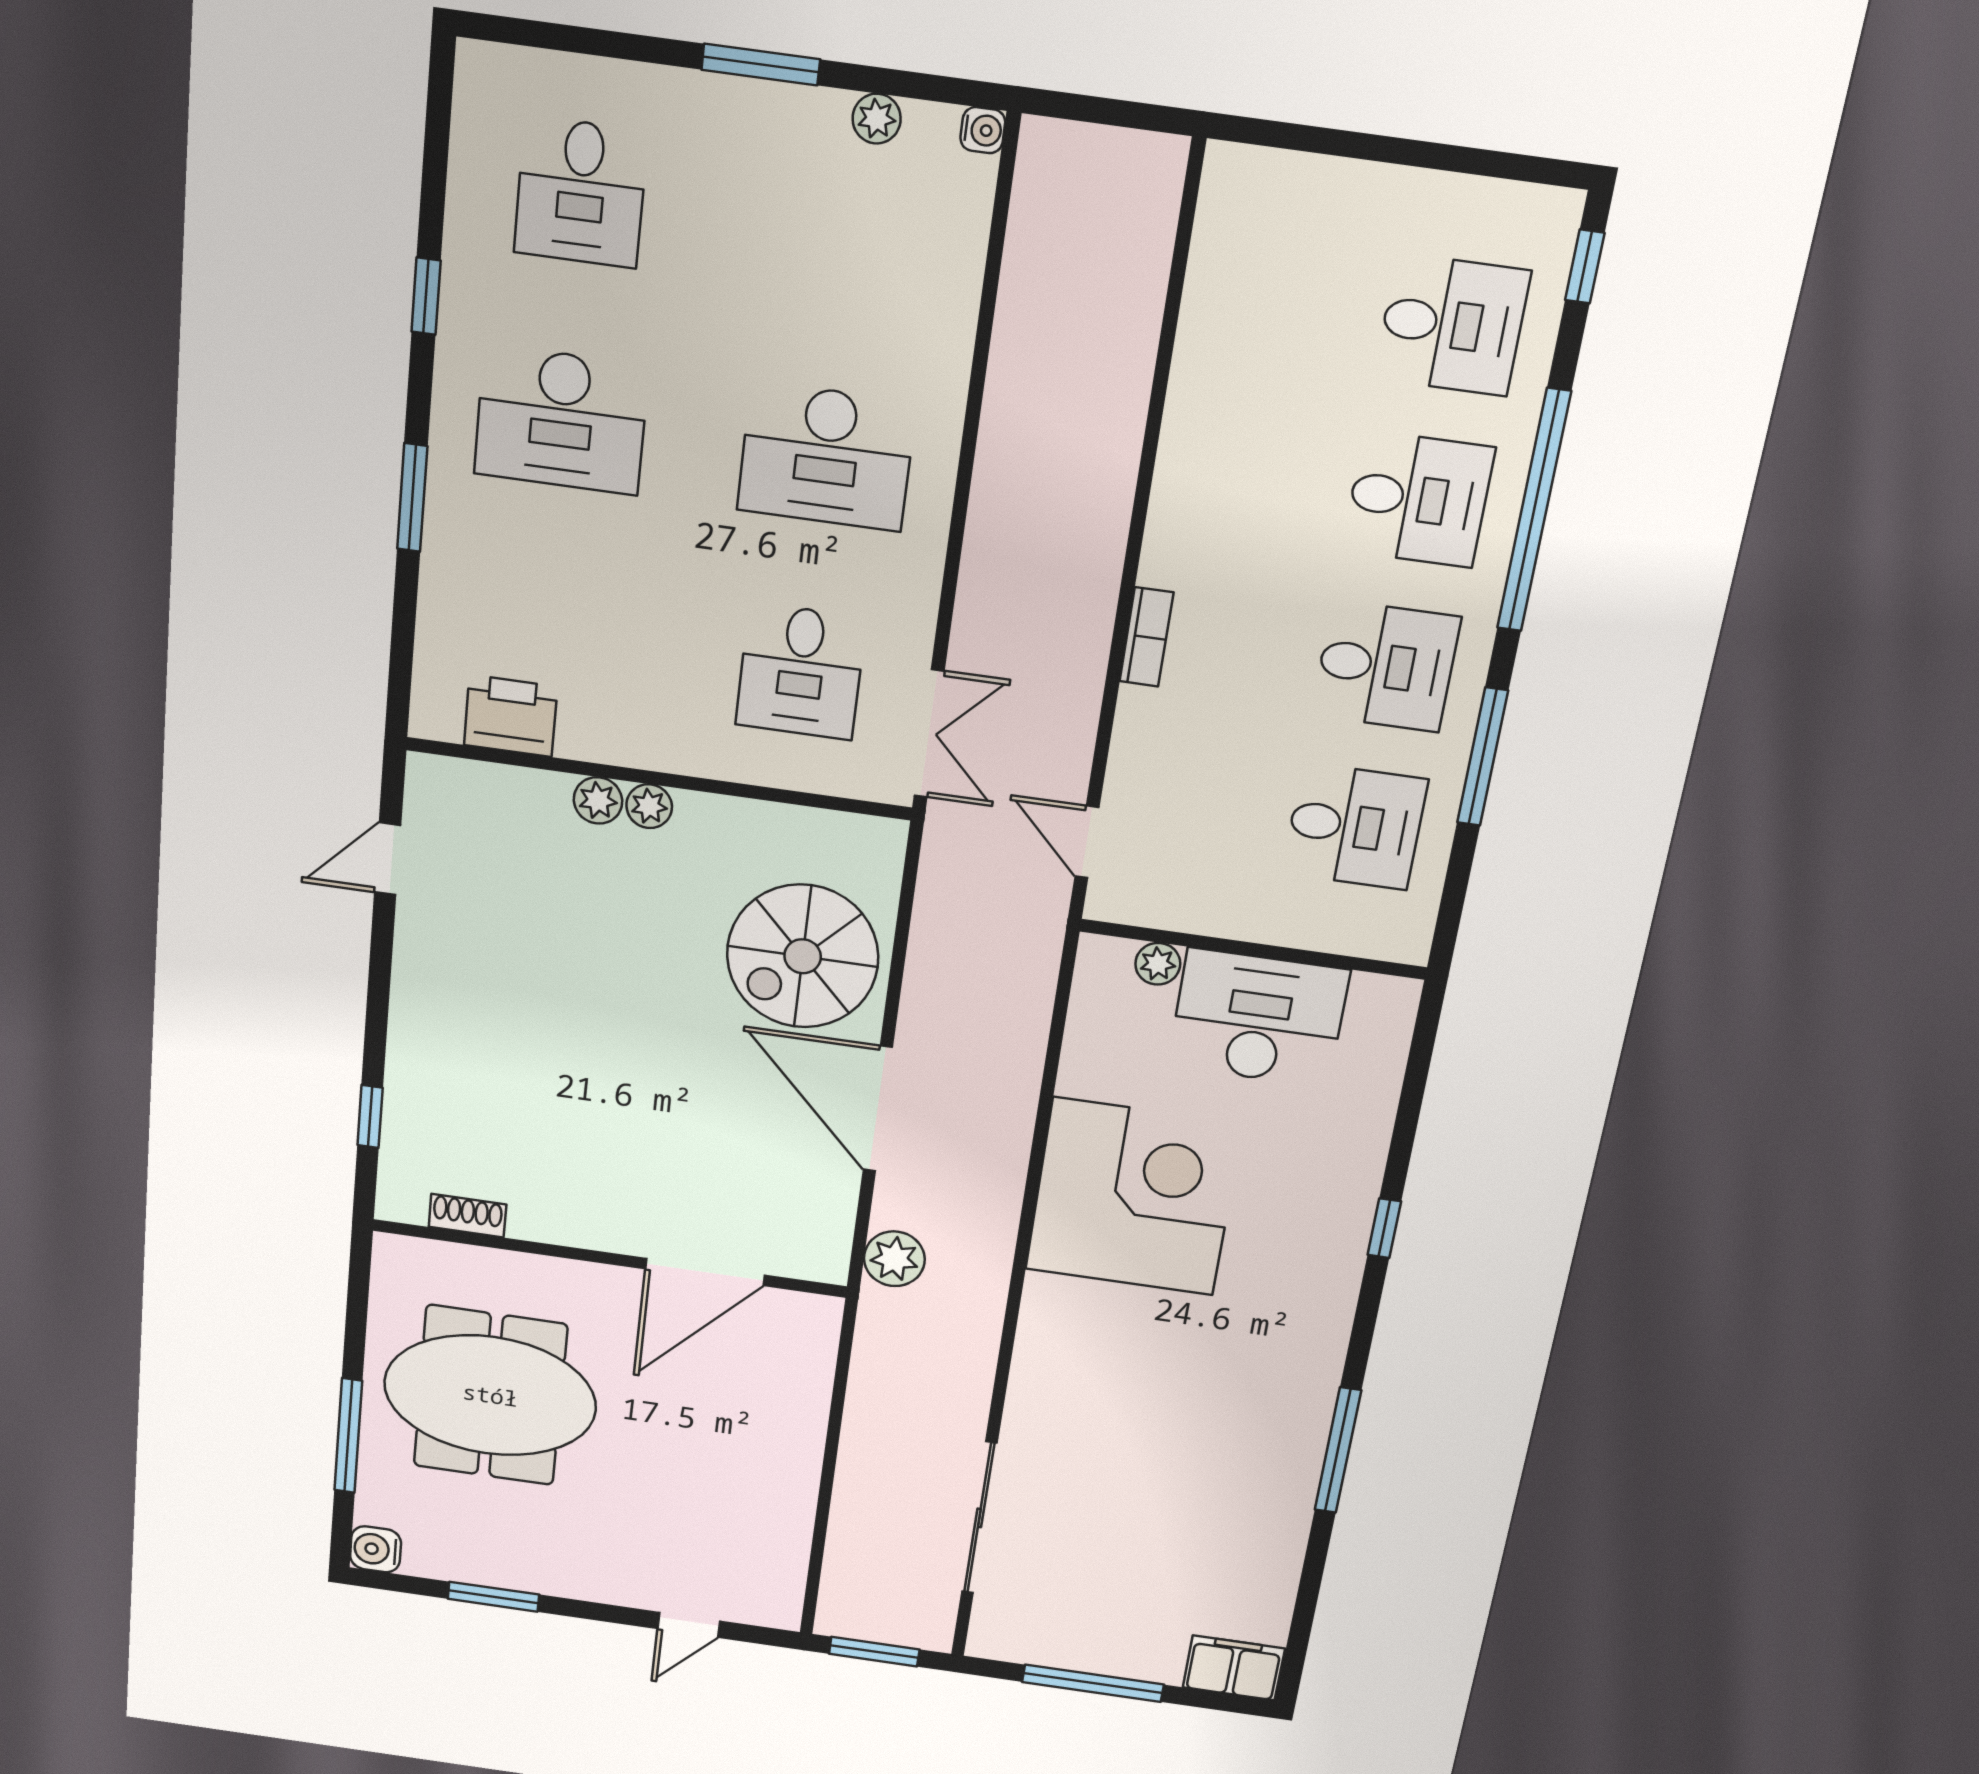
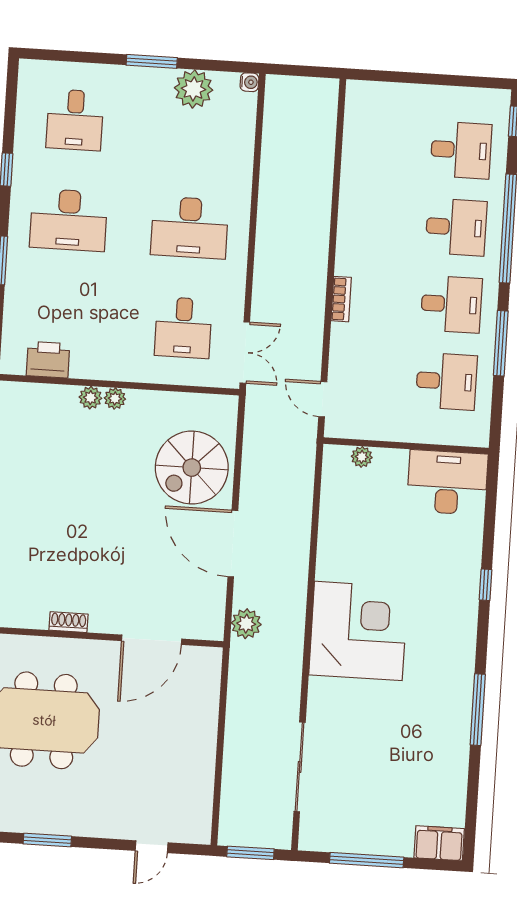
plant: (877, 119) -> (194, 89), width x1.87, depth x1.87
desk: (1258, 1018) -> (447, 482), moved
corner desk: (1133, 1197) -> (358, 631), moved
shoe rack: (467, 1216) -> (69, 622), moved

